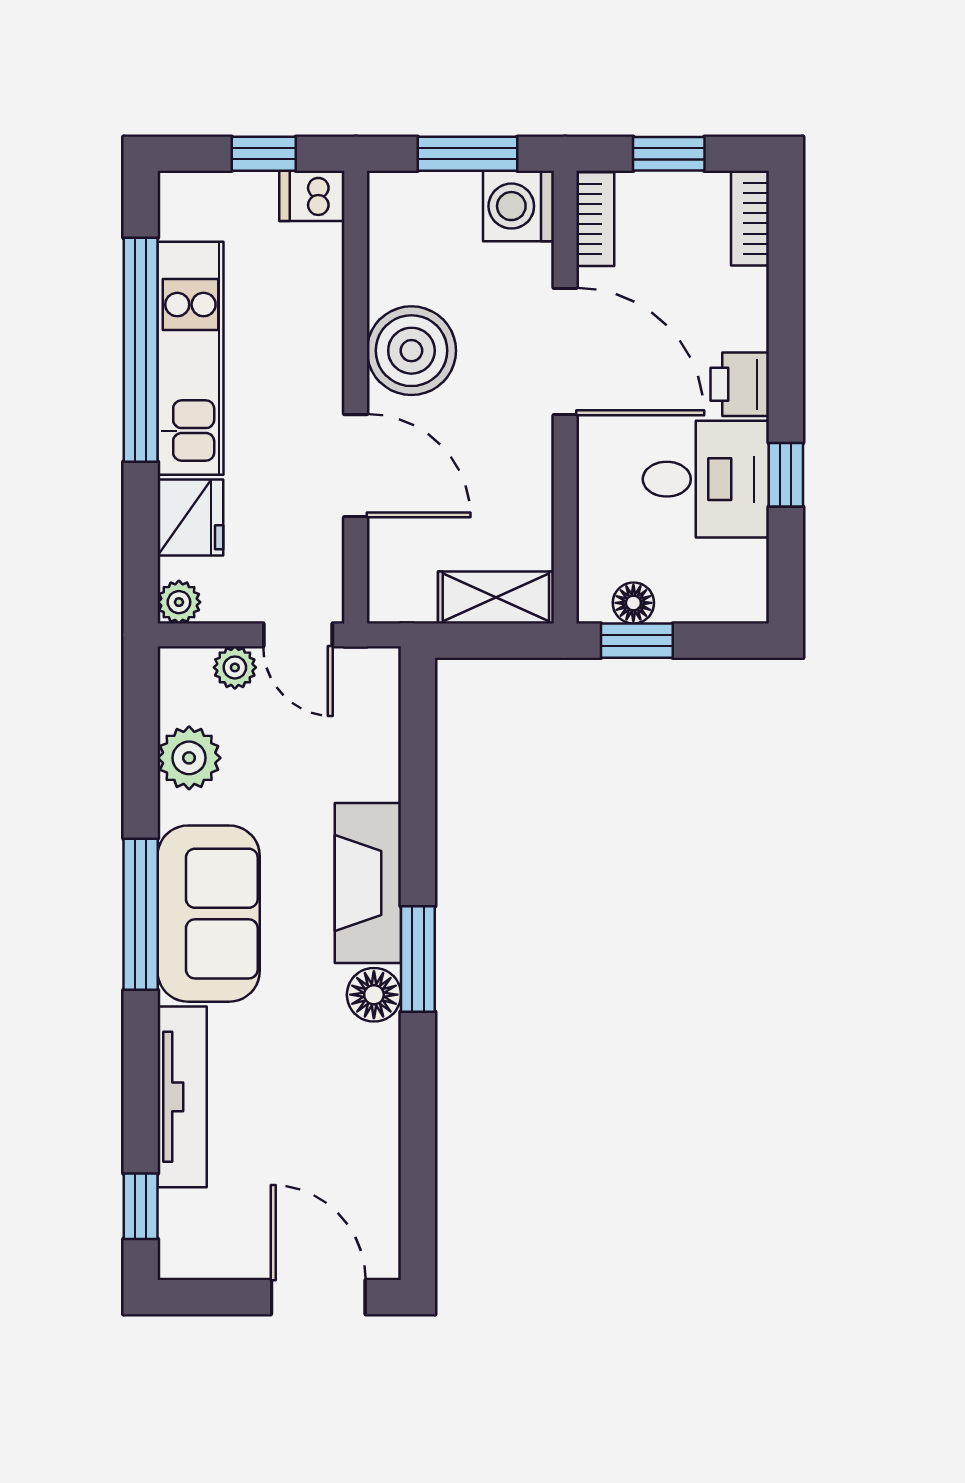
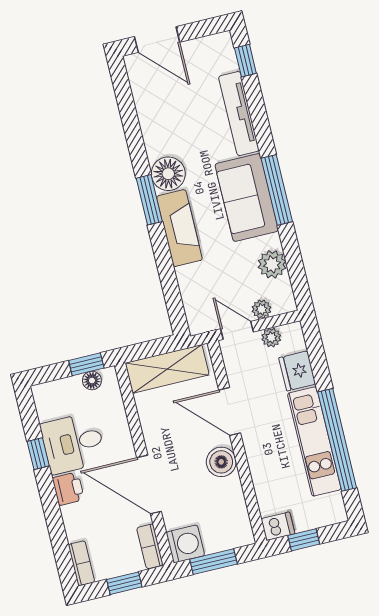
boiler: (411, 351) -> (221, 462), width x0.73, depth x0.73
shelving: (496, 598) -> (167, 369), width x1.50, depth x1.33
plant: (179, 602) -> (271, 338), moved
floor lamp: (374, 995) -> (168, 174), width x1.38, depth x1.38

